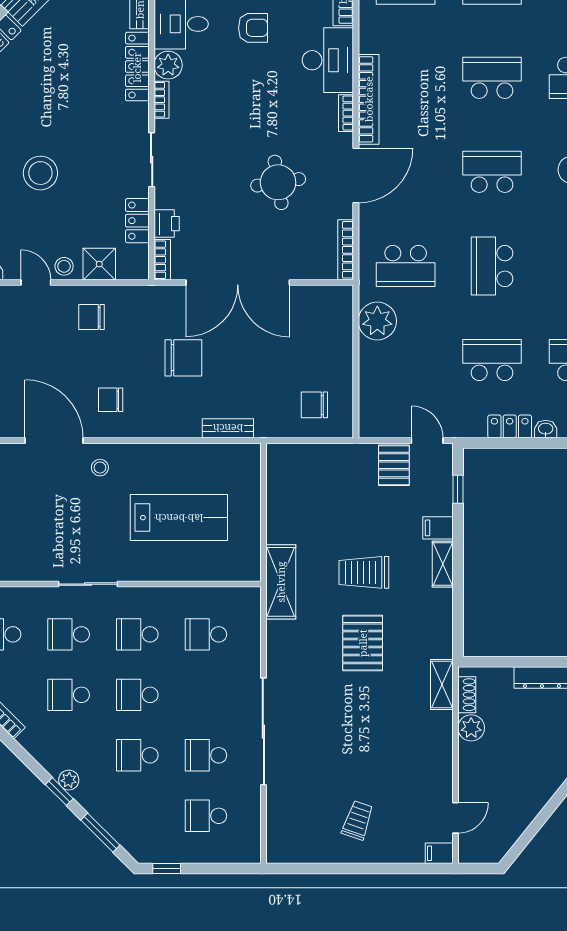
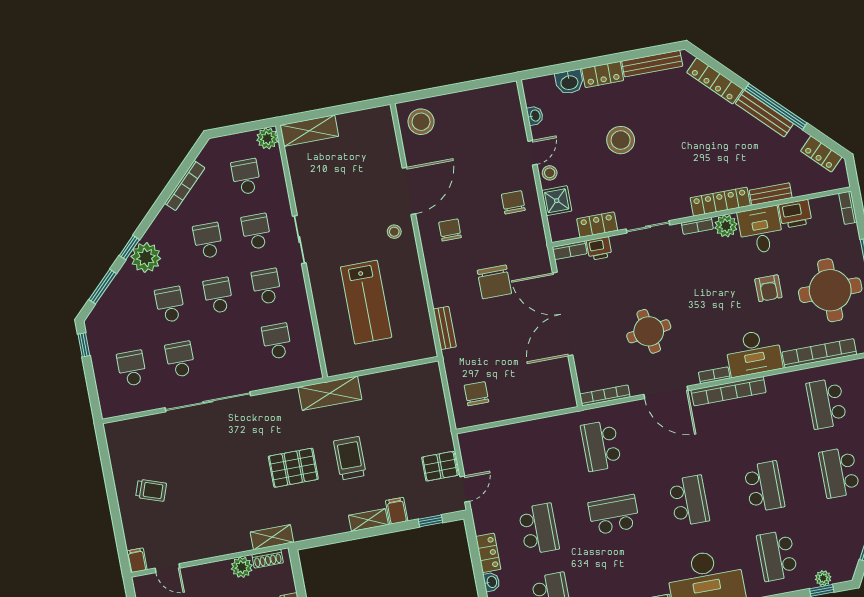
plant: (377, 321) -> (553, 431), removed
plant: (69, 780) -> (146, 257), width x1.88, depth x1.88

